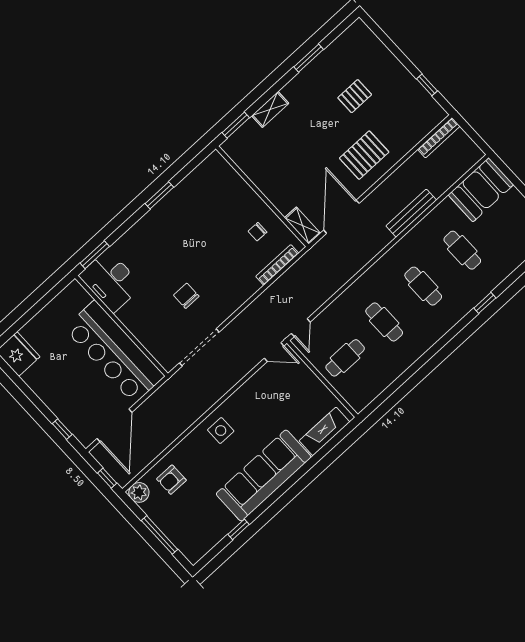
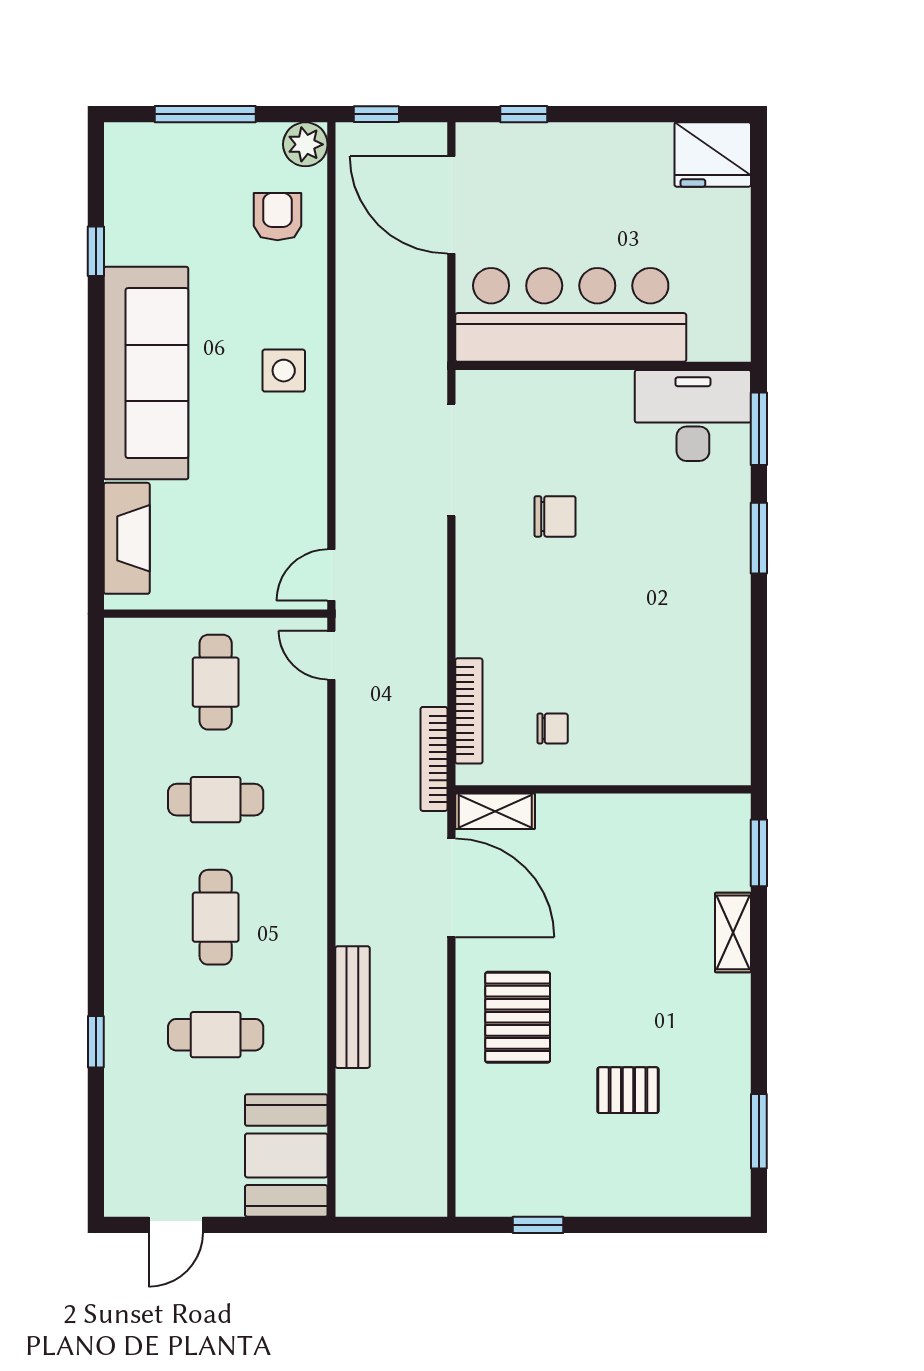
window: (309, 58) -> (759, 1131), moved
pallet: (355, 96) -> (628, 1090), turned 90
bookcase: (439, 138) -> (434, 759), moved
window: (159, 195) -> (759, 538), moved
chair: (257, 232) -> (553, 729), turned 90
cafe table: (423, 286) -> (216, 917), turned 90
window: (485, 303) -> (96, 1042), moved

